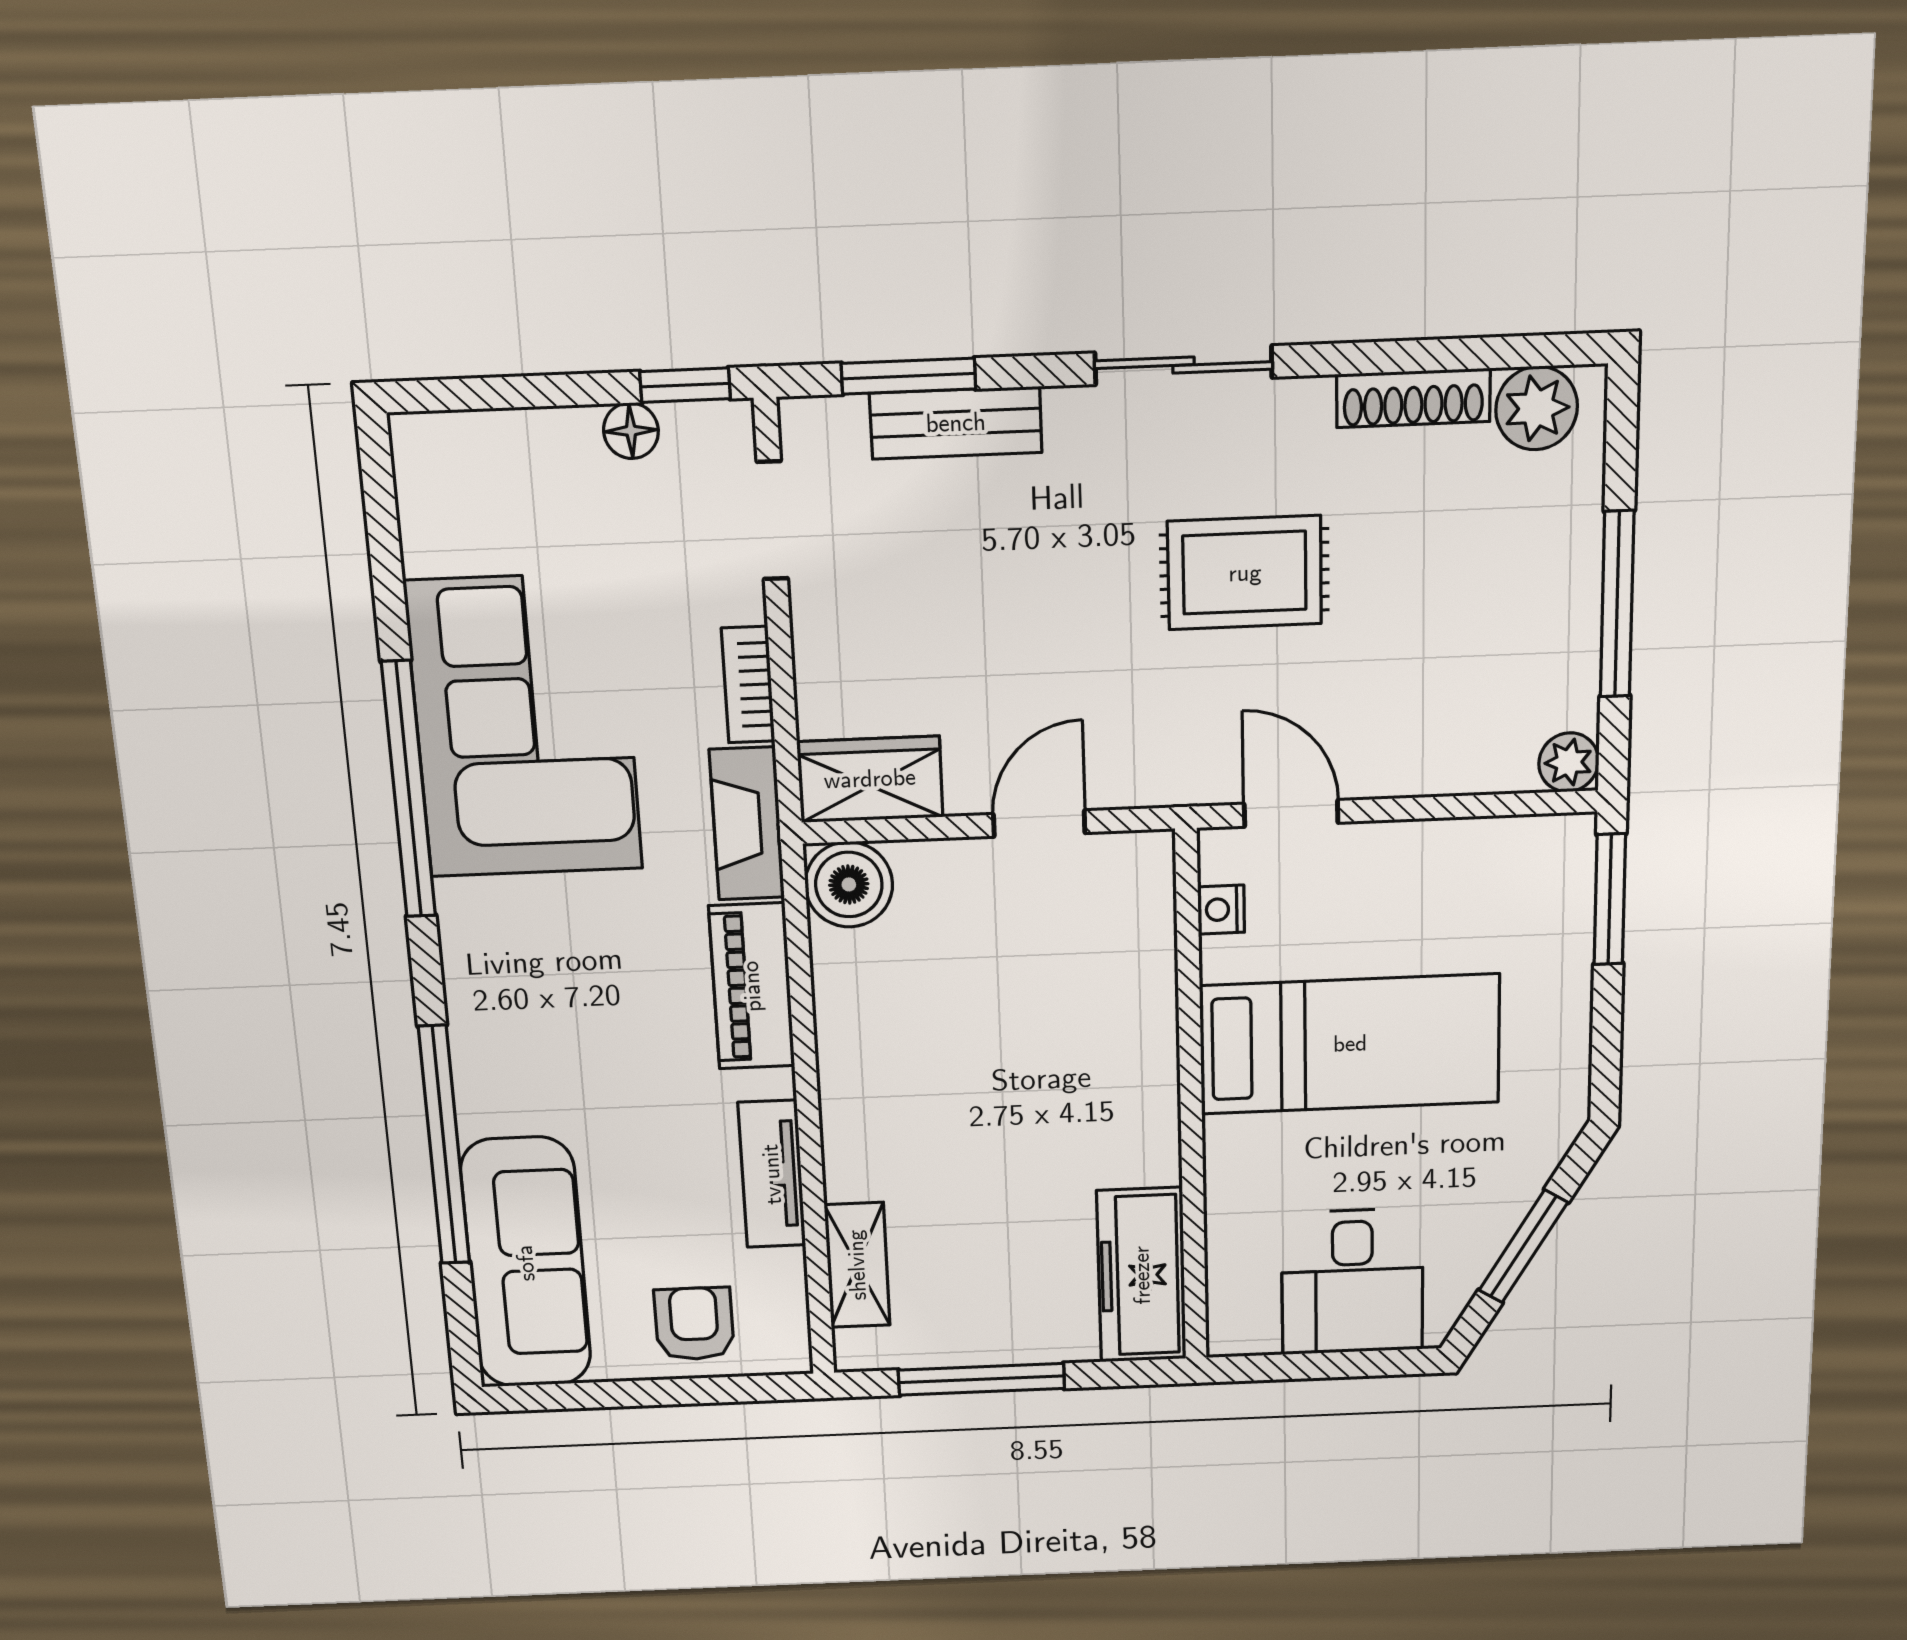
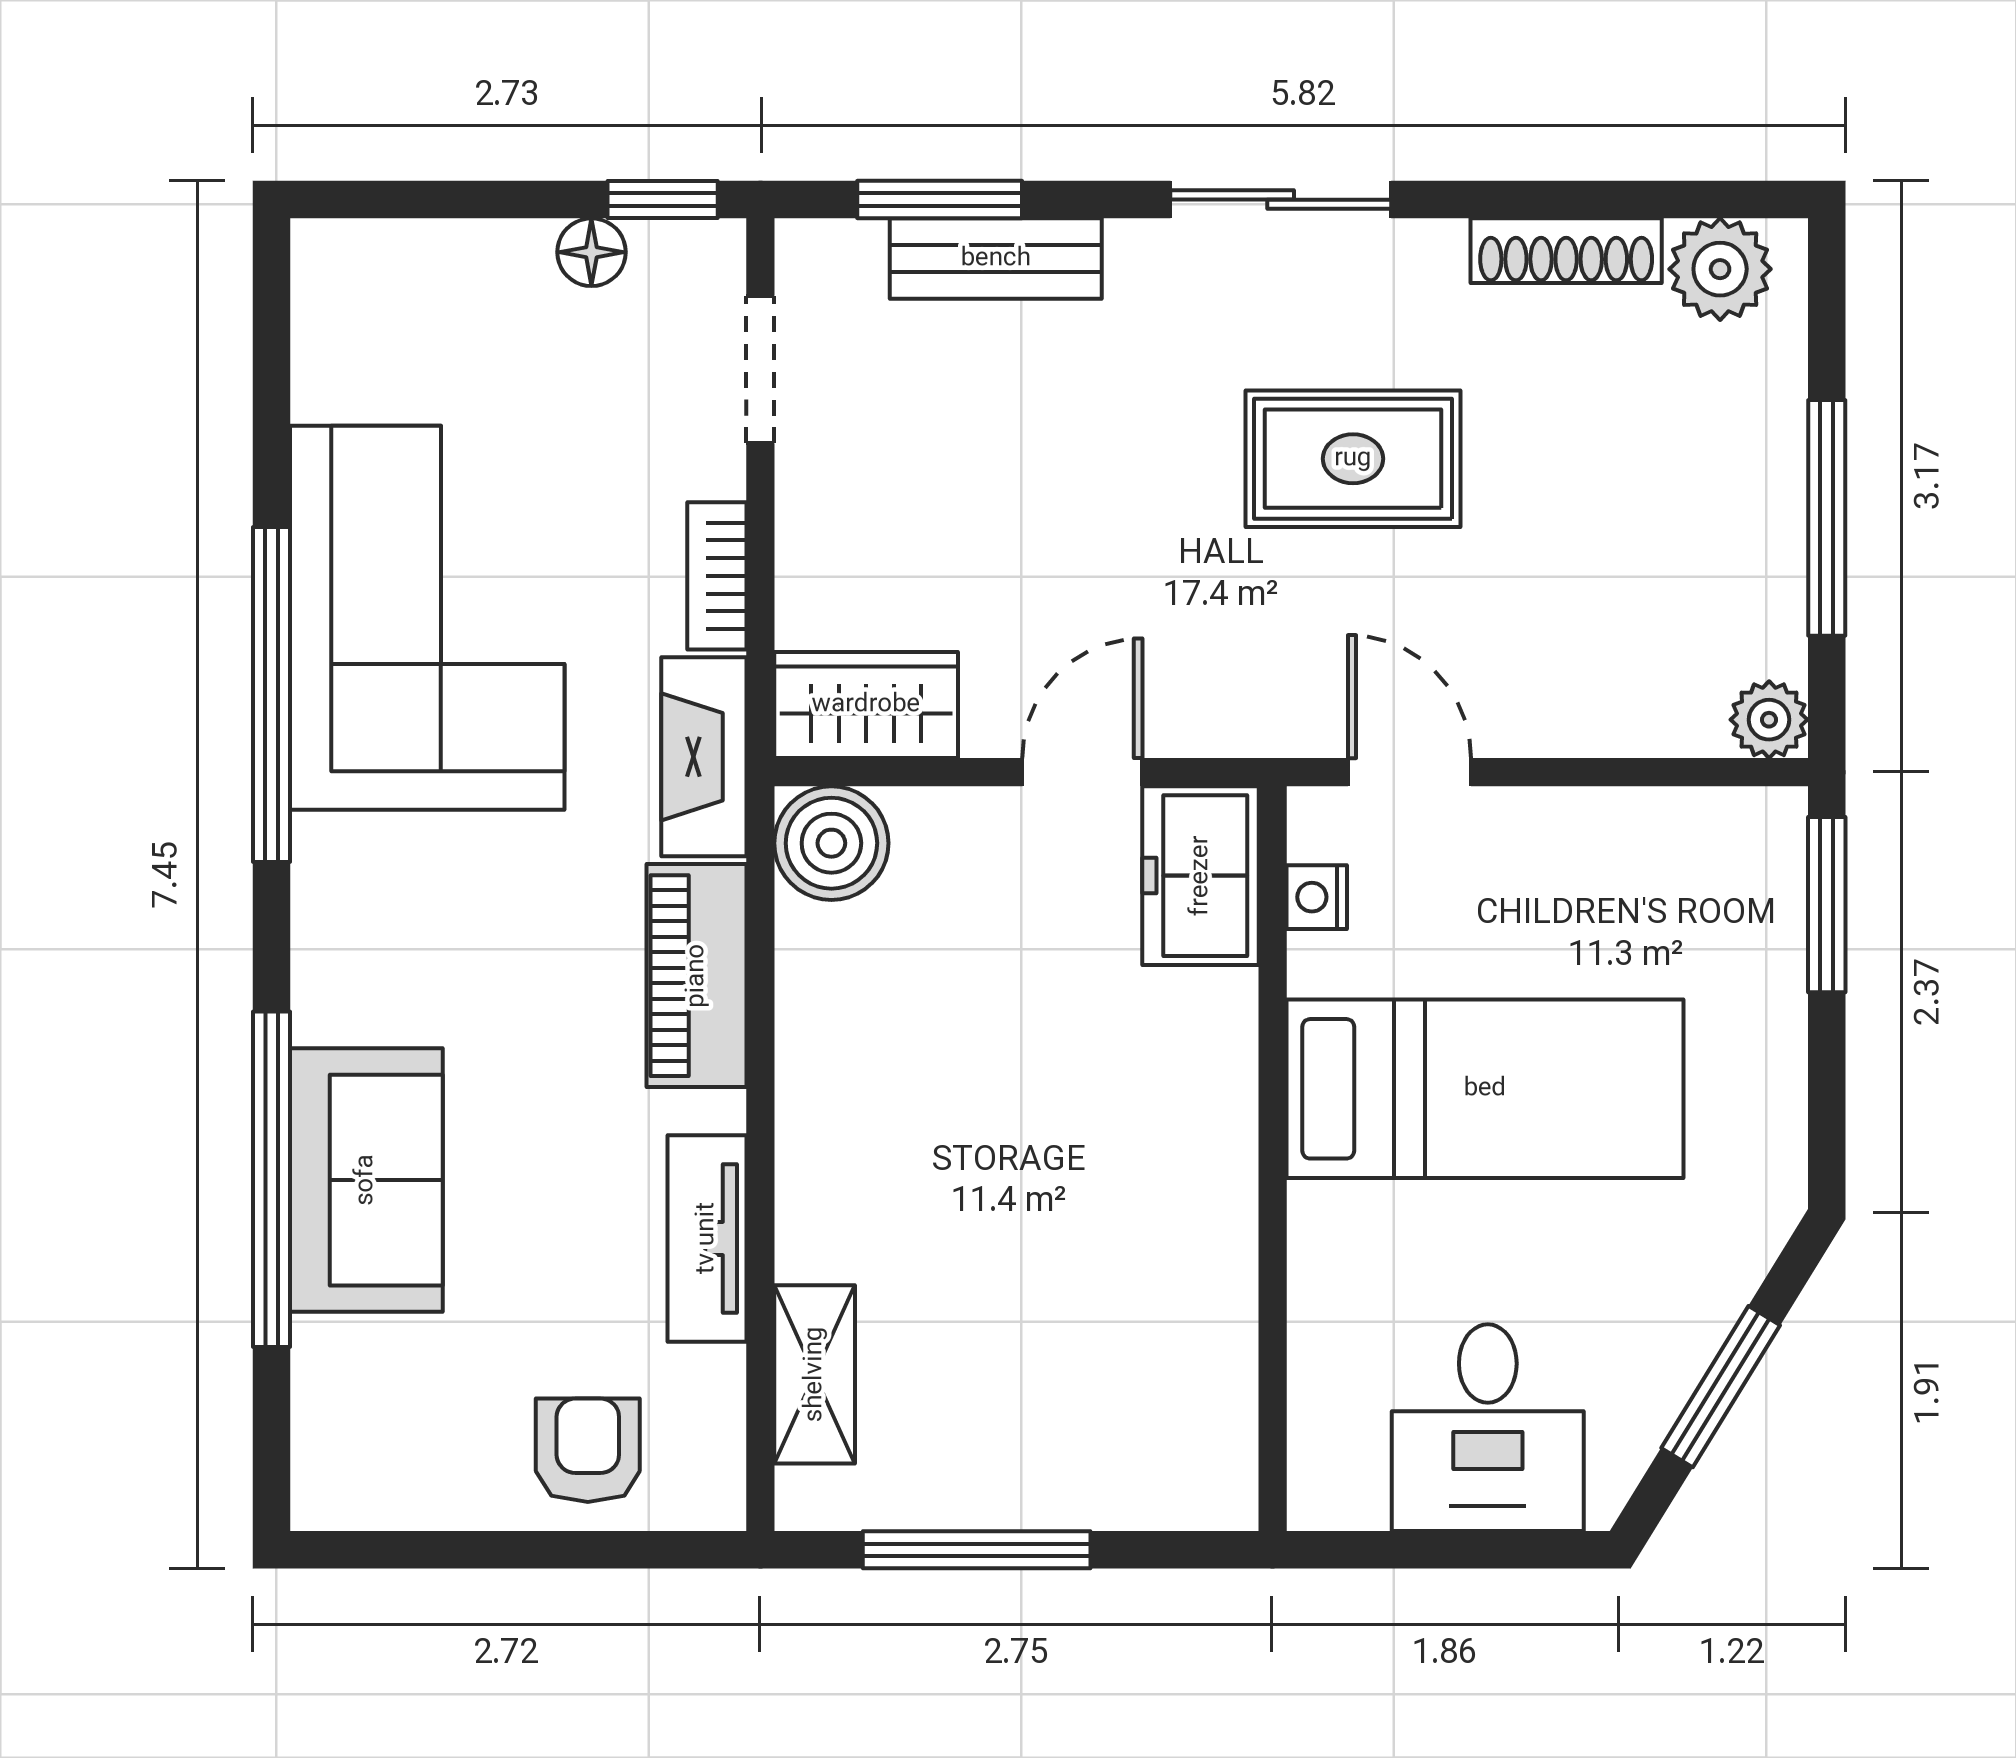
sofa: (526, 1263) -> (366, 1180), moved, width x0.73
freezer: (1142, 1275) -> (1201, 876), moved, width x0.71

